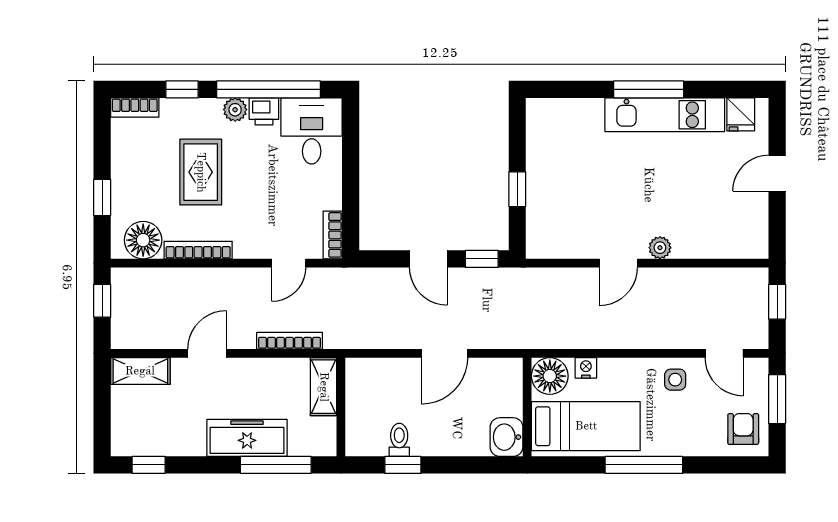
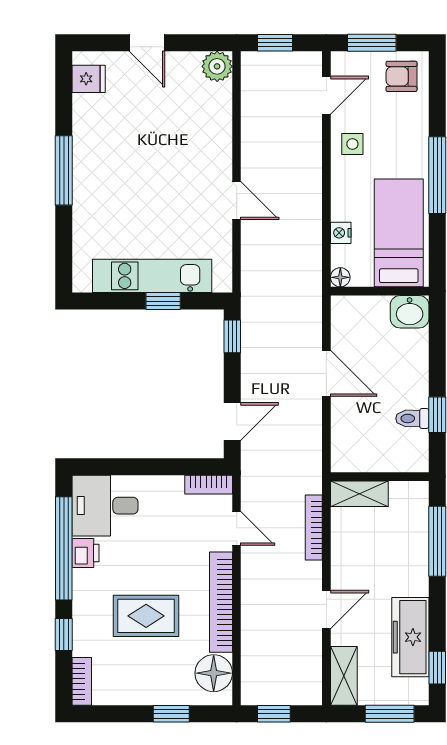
plant: (235, 110) -> (84, 582), removed
kitchen unit: (665, 115) -> (152, 276), moved, turned -90
plant: (660, 248) -> (217, 66), moved, width x1.38, depth x1.38
bookcase: (198, 250) -> (221, 602), width x1.48, depth x1.31
door: (428, 259) -> (232, 422), moved
door: (207, 353) -> (326, 610), swing flipped
floor lamp: (550, 376) -> (340, 277), width x0.53, depth x0.53
window: (102, 417) -> (390, 714), added
freezer: (247, 438) -> (410, 637), moved

